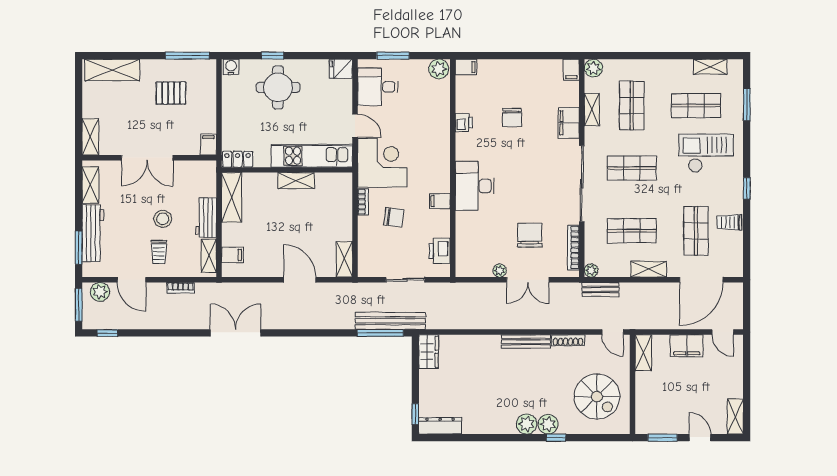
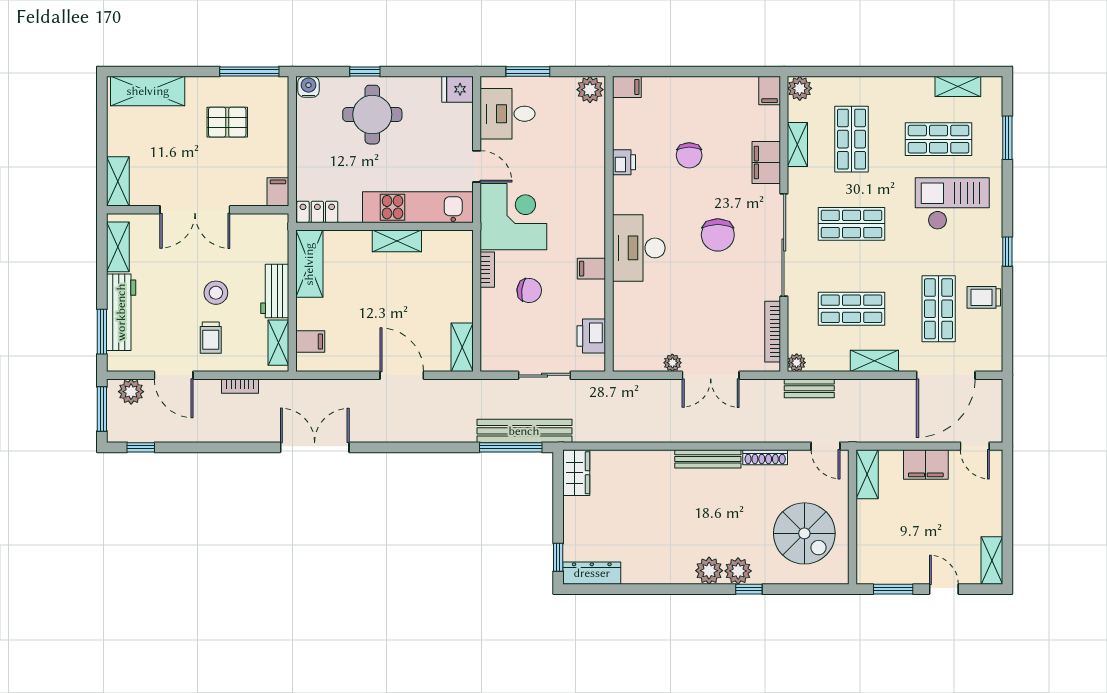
chair: (530, 235) -> (718, 235), moved, turned 180

